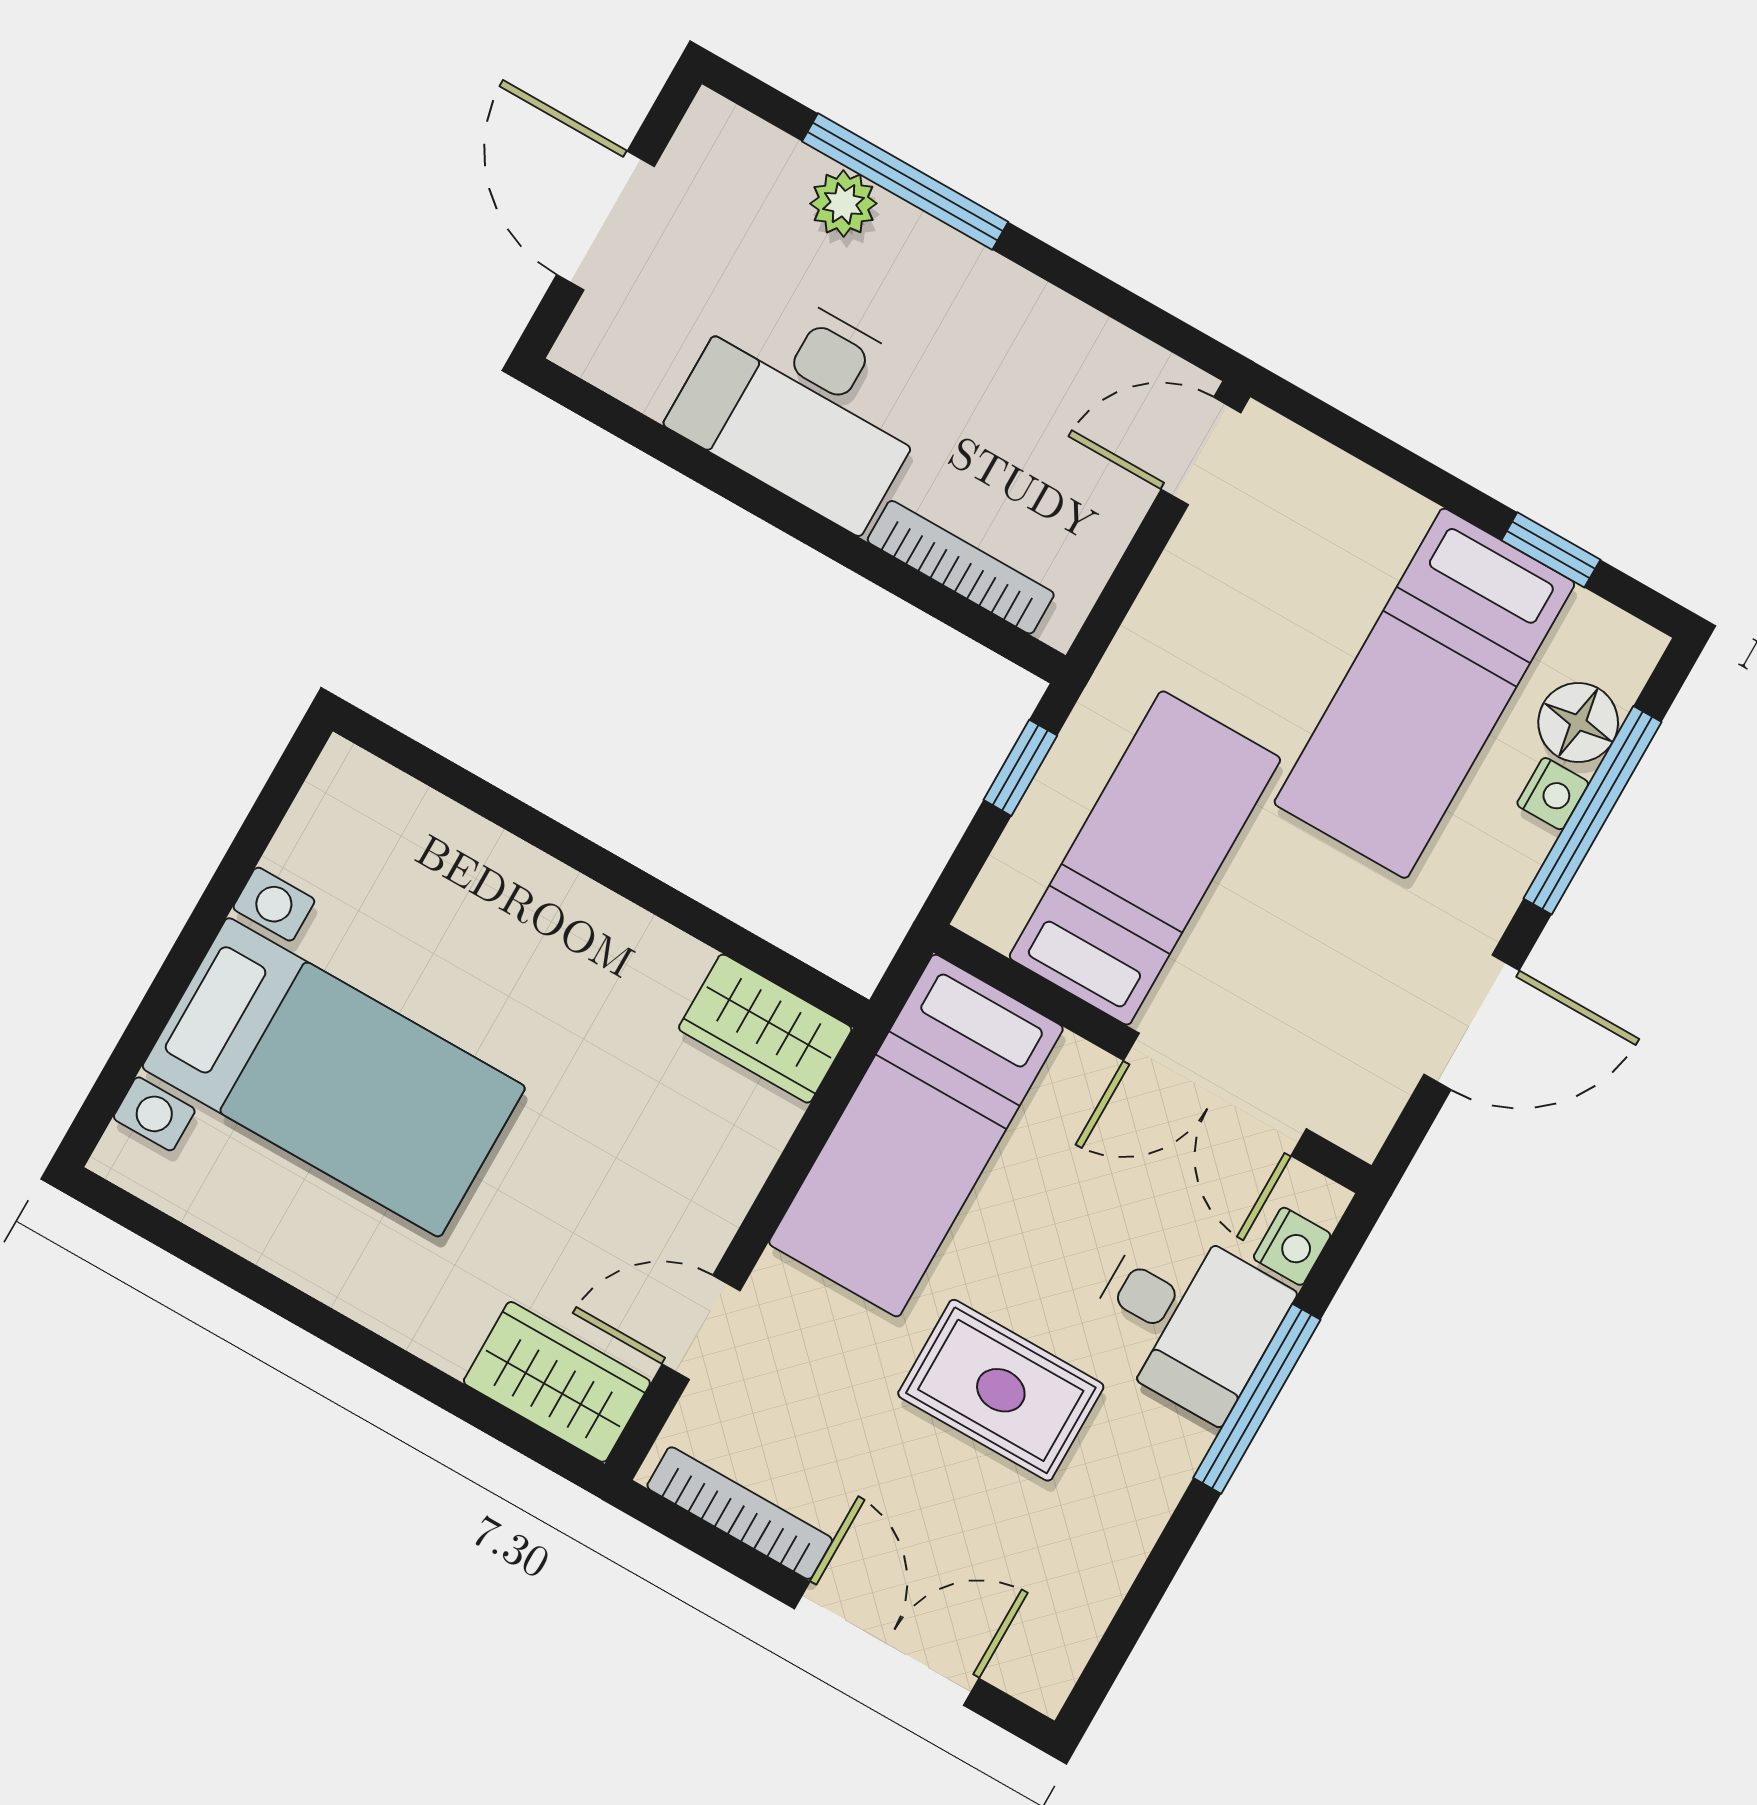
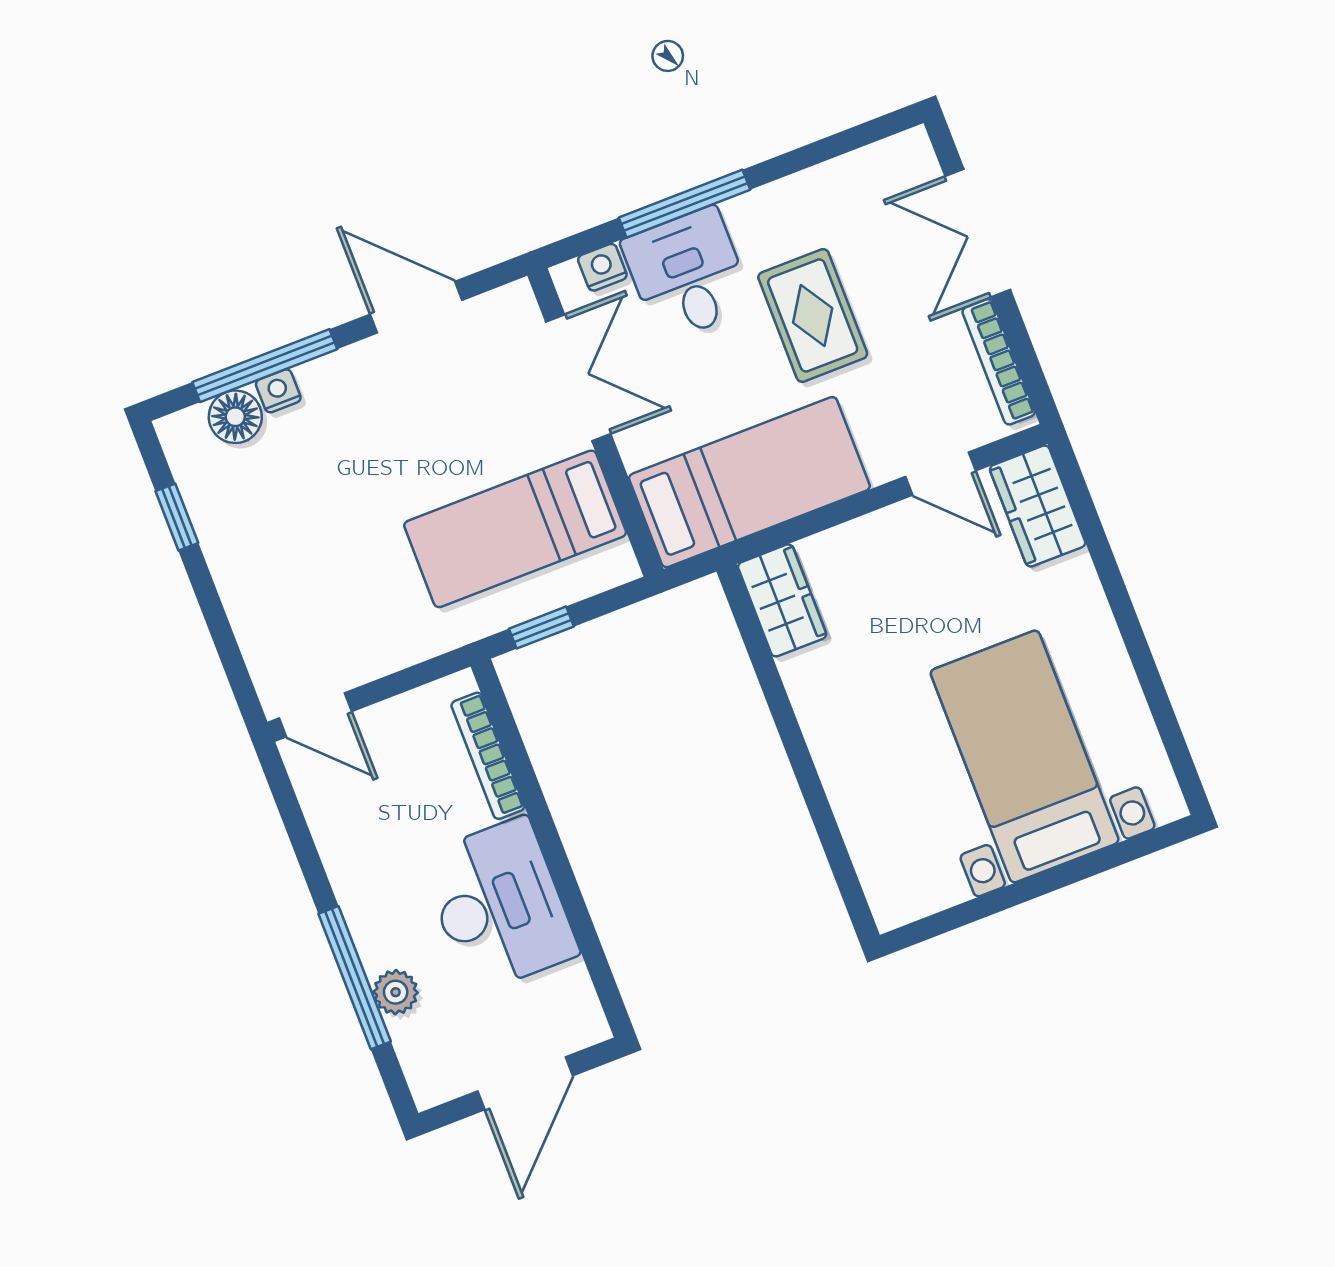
bed: (1424, 693) -> (302, 496), removed

